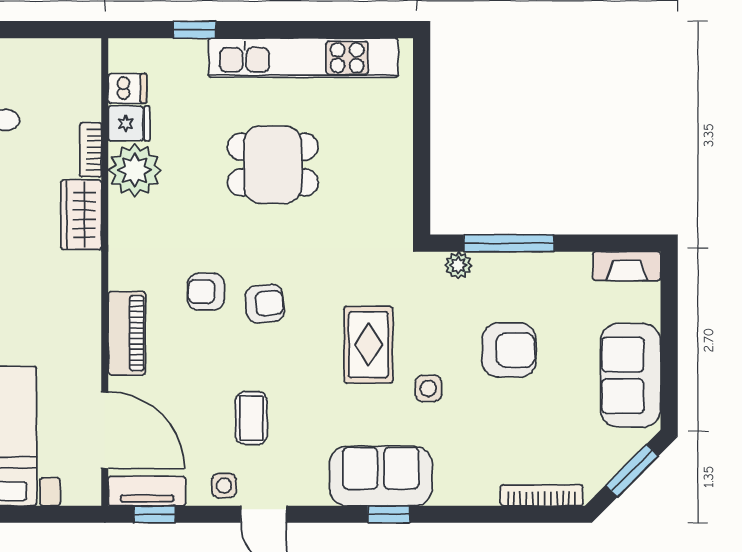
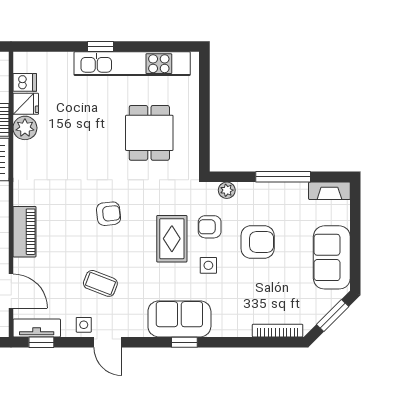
window: (195, 30) -> (100, 47), moved
dining table: (273, 165) -> (149, 133), moved, turned 90
plant: (135, 170) -> (25, 128), width x0.73, depth x0.73
window: (509, 243) -> (283, 177), moved
armchair: (206, 292) -> (210, 227), moved
coffee table: (251, 418) -> (100, 283), turned -69
door: (105, 430) -> (11, 291), width x0.73

